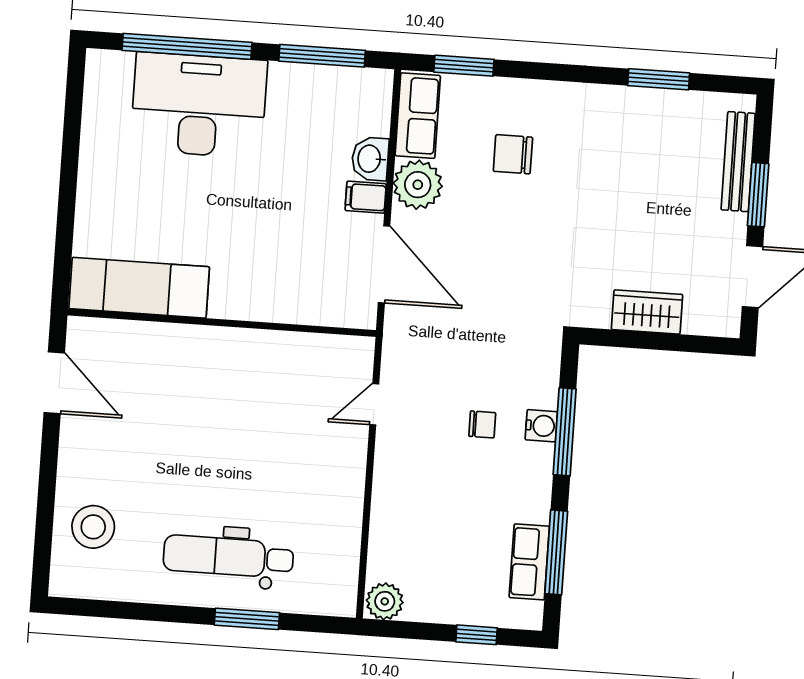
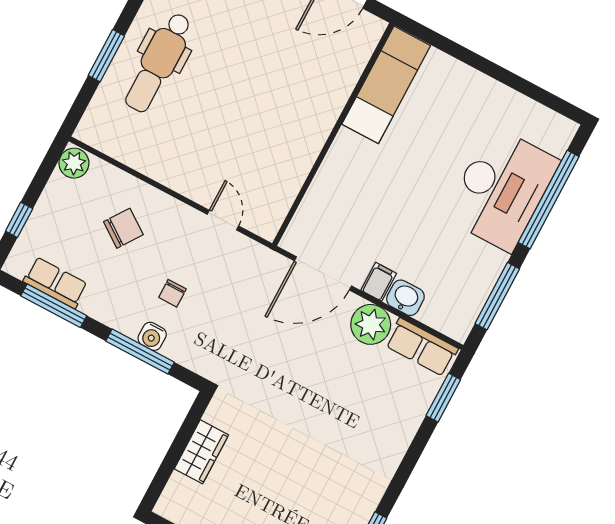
chair: (513, 154) -> (123, 228), moved, turned 35
dental chair: (228, 557) -> (158, 62), turned 180

